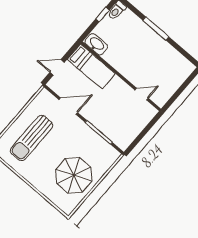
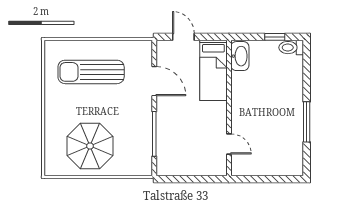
window: (156, 28) -> (307, 122), moved

